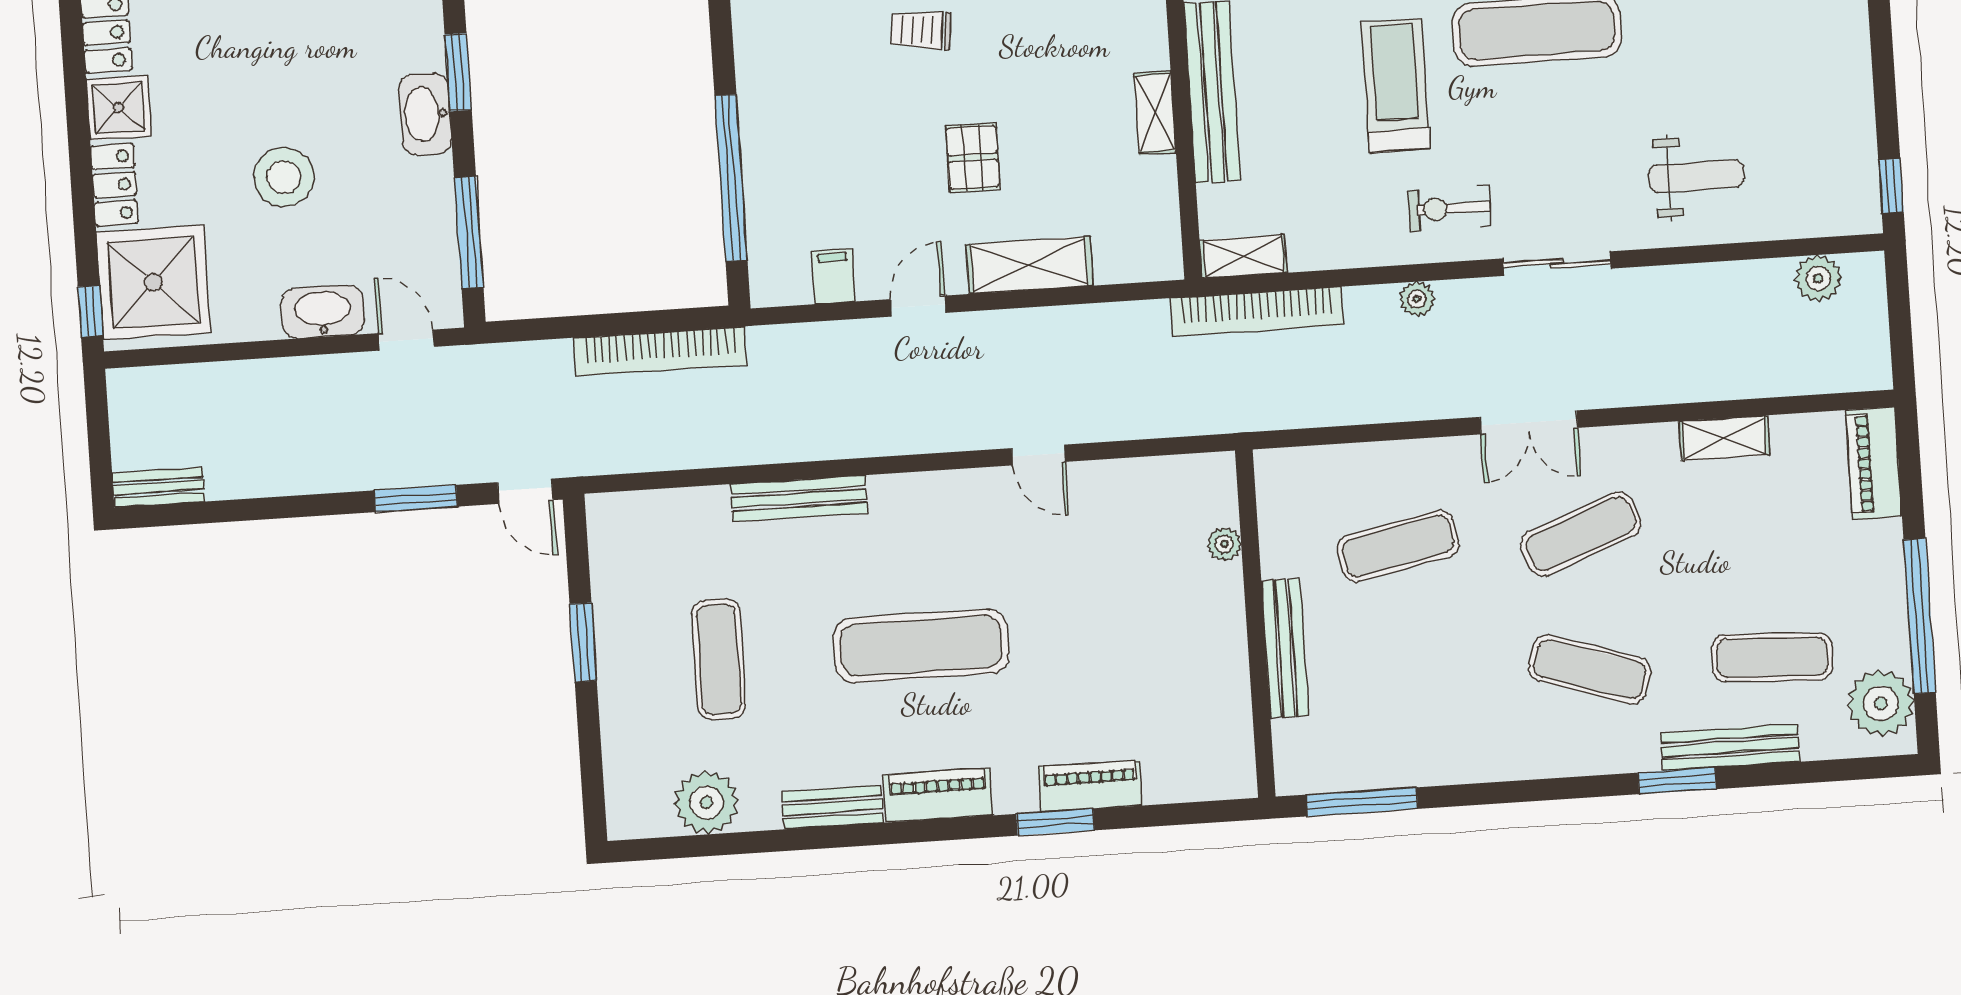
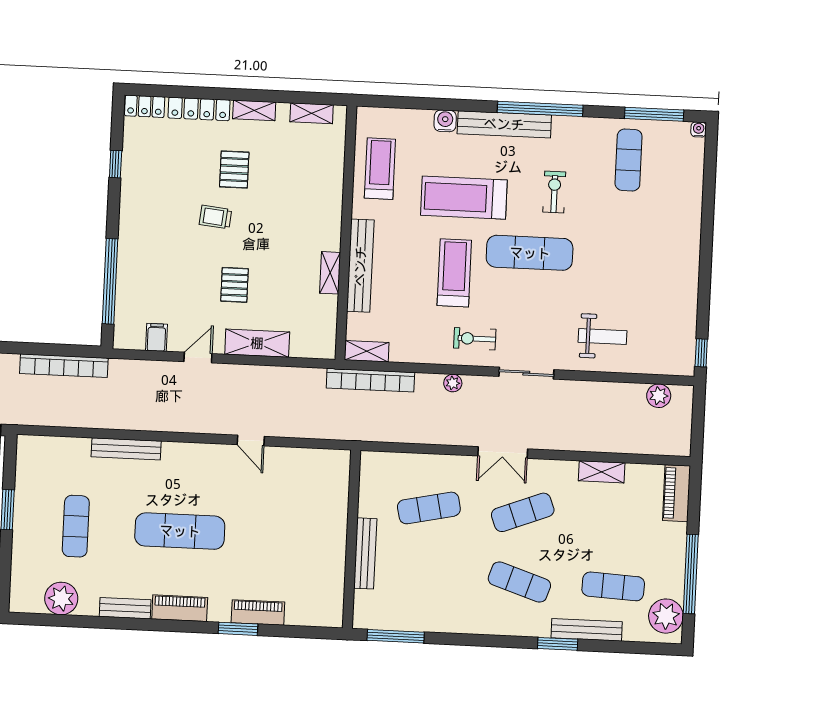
plant: (1224, 544) -> (340, 497), removed

